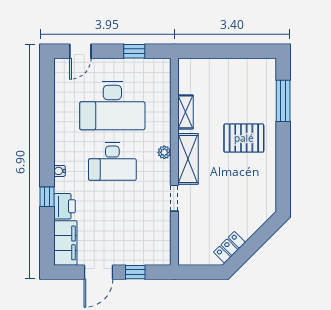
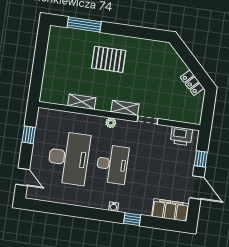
pallet: (244, 138) -> (109, 59), turned 90
shelving: (188, 159) -> (125, 108), width x0.67, depth x0.75
printer: (64, 206) -> (181, 136), moved, turned 180

